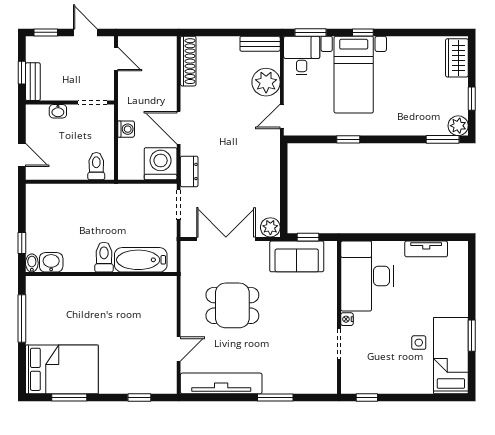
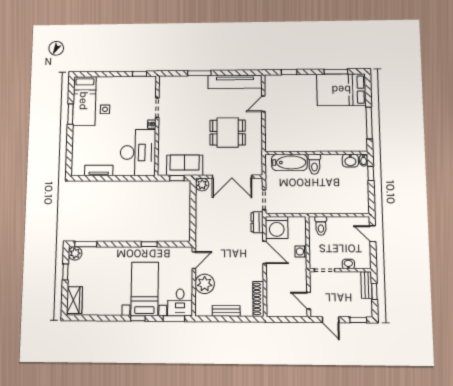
bench: (260, 44) -> (226, 311), moved

